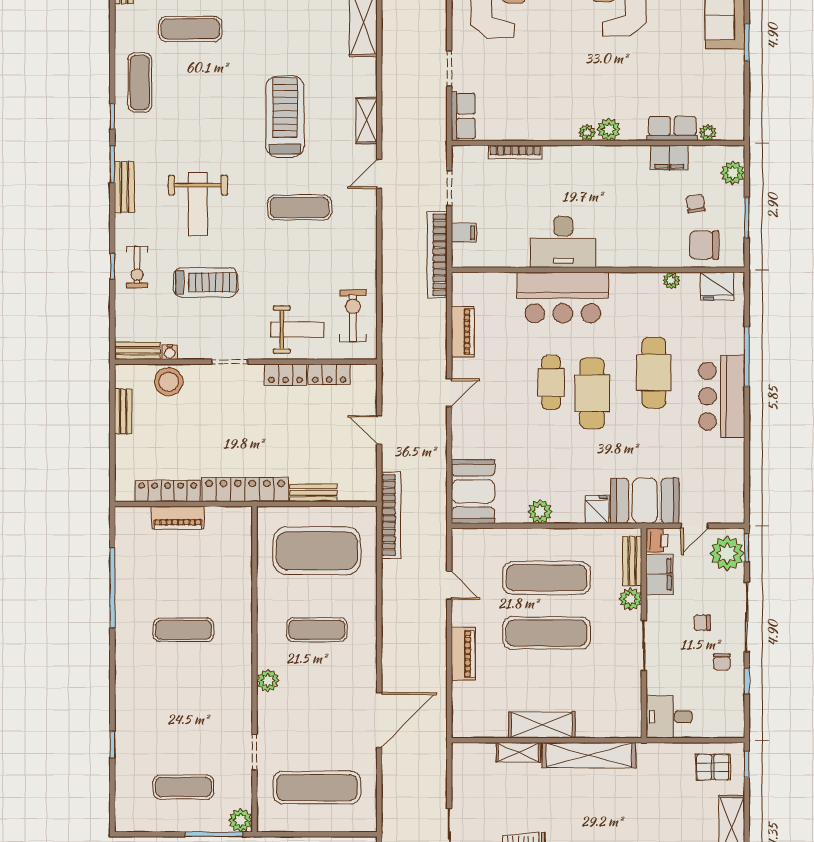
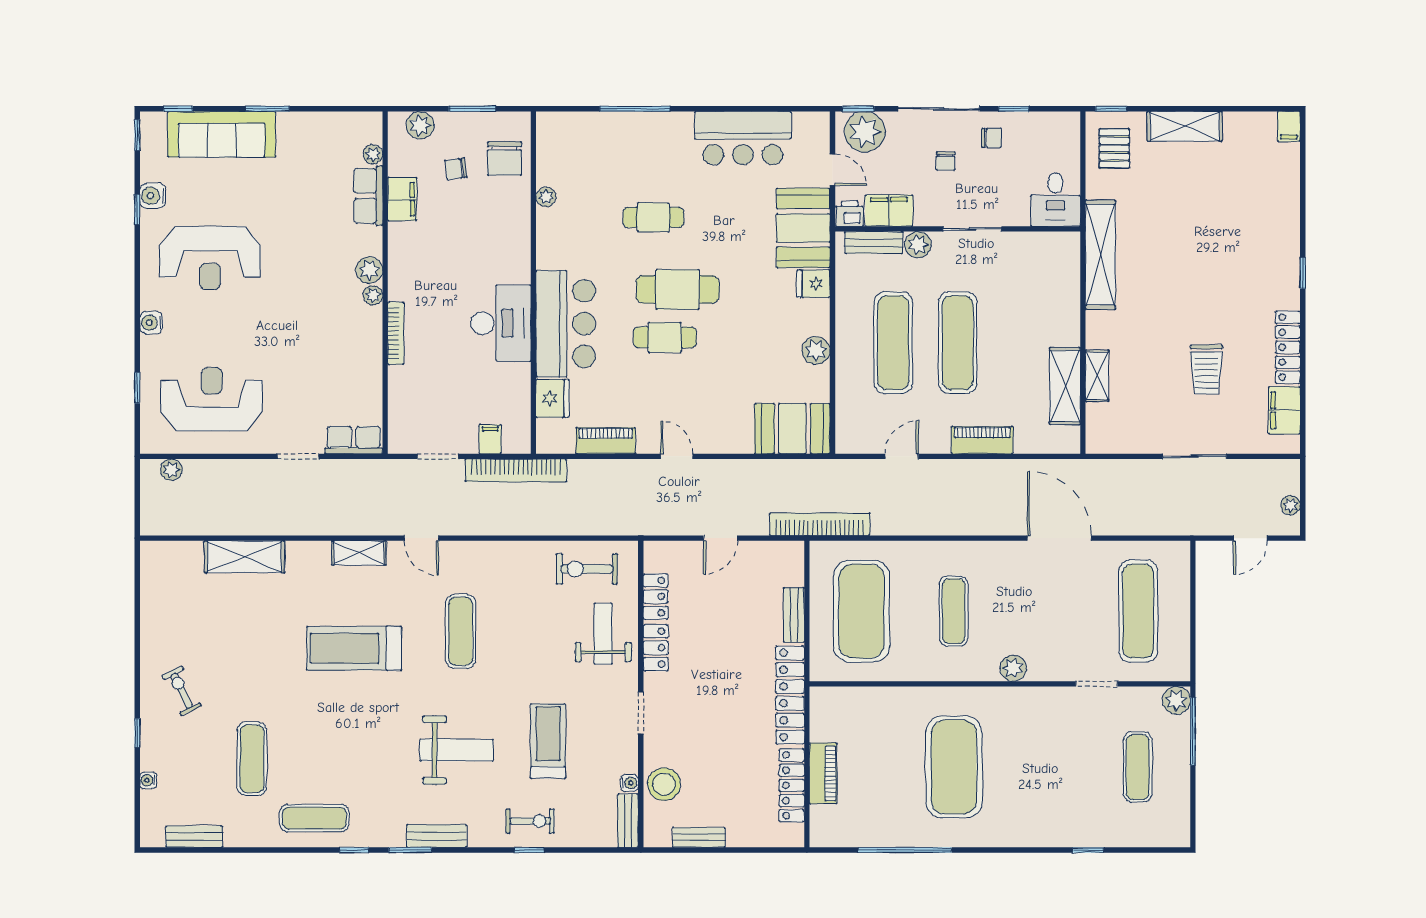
bookcase: (515, 152) -> (396, 333), moved
fridge: (717, 286) -> (552, 398), moved
cafe table: (654, 373) -> (653, 217), width x0.73, depth x0.74
bar counter: (722, 396) -> (743, 138), moved
exercise mat: (183, 630) -> (954, 767), width x2.00, depth x1.45
shelving: (542, 725) -> (1065, 386), moved
shelving: (589, 755) -> (1100, 255), moved

